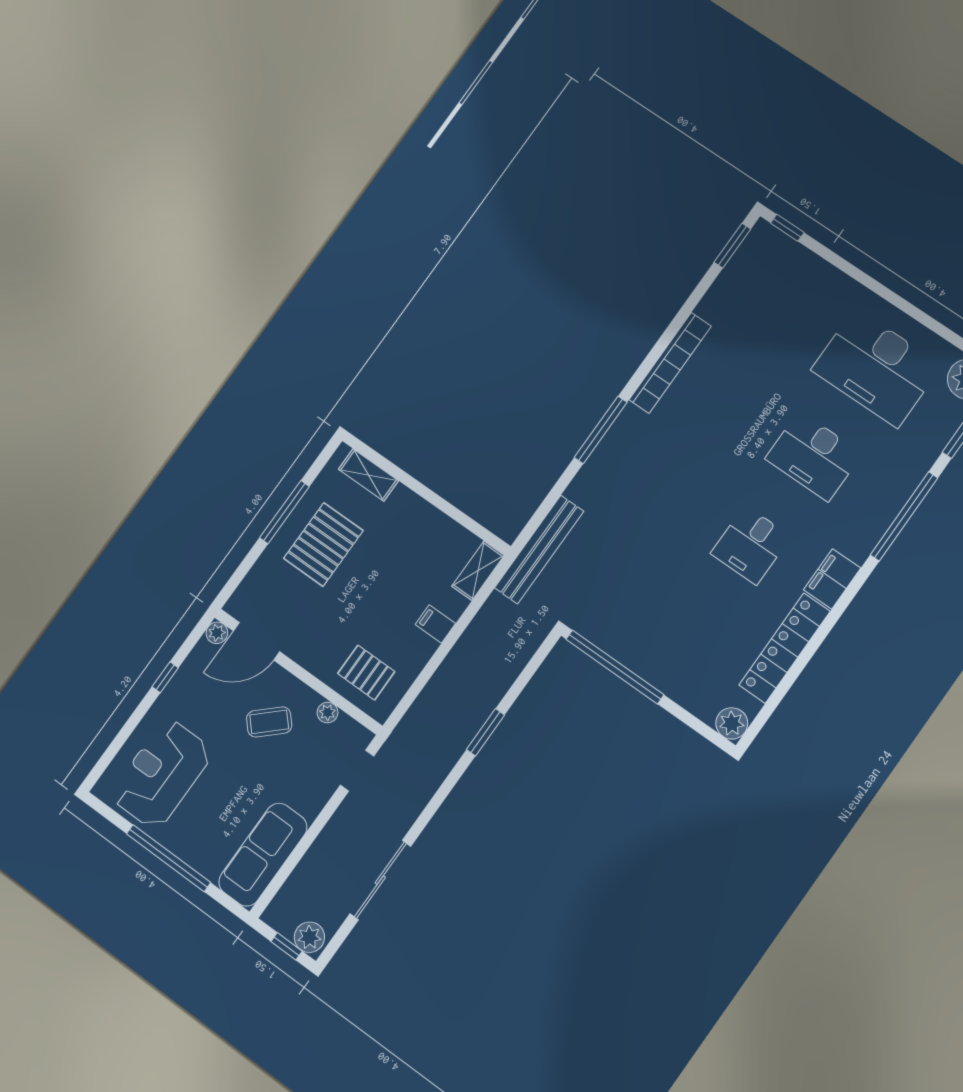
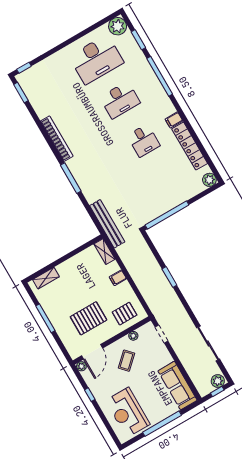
pallet: (323, 544) -> (88, 318), moved, turned 90
filing cabinet: (832, 579) -> (174, 120), width x0.50

